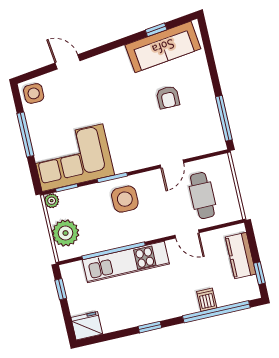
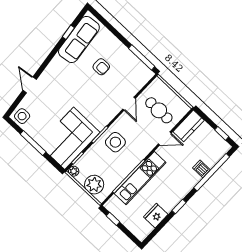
door: (67, 62) -> (30, 85), hinge flipped
kitchen counter: (241, 256) -> (189, 126), moved, turned -90
fridge: (87, 326) -> (156, 216), moved

